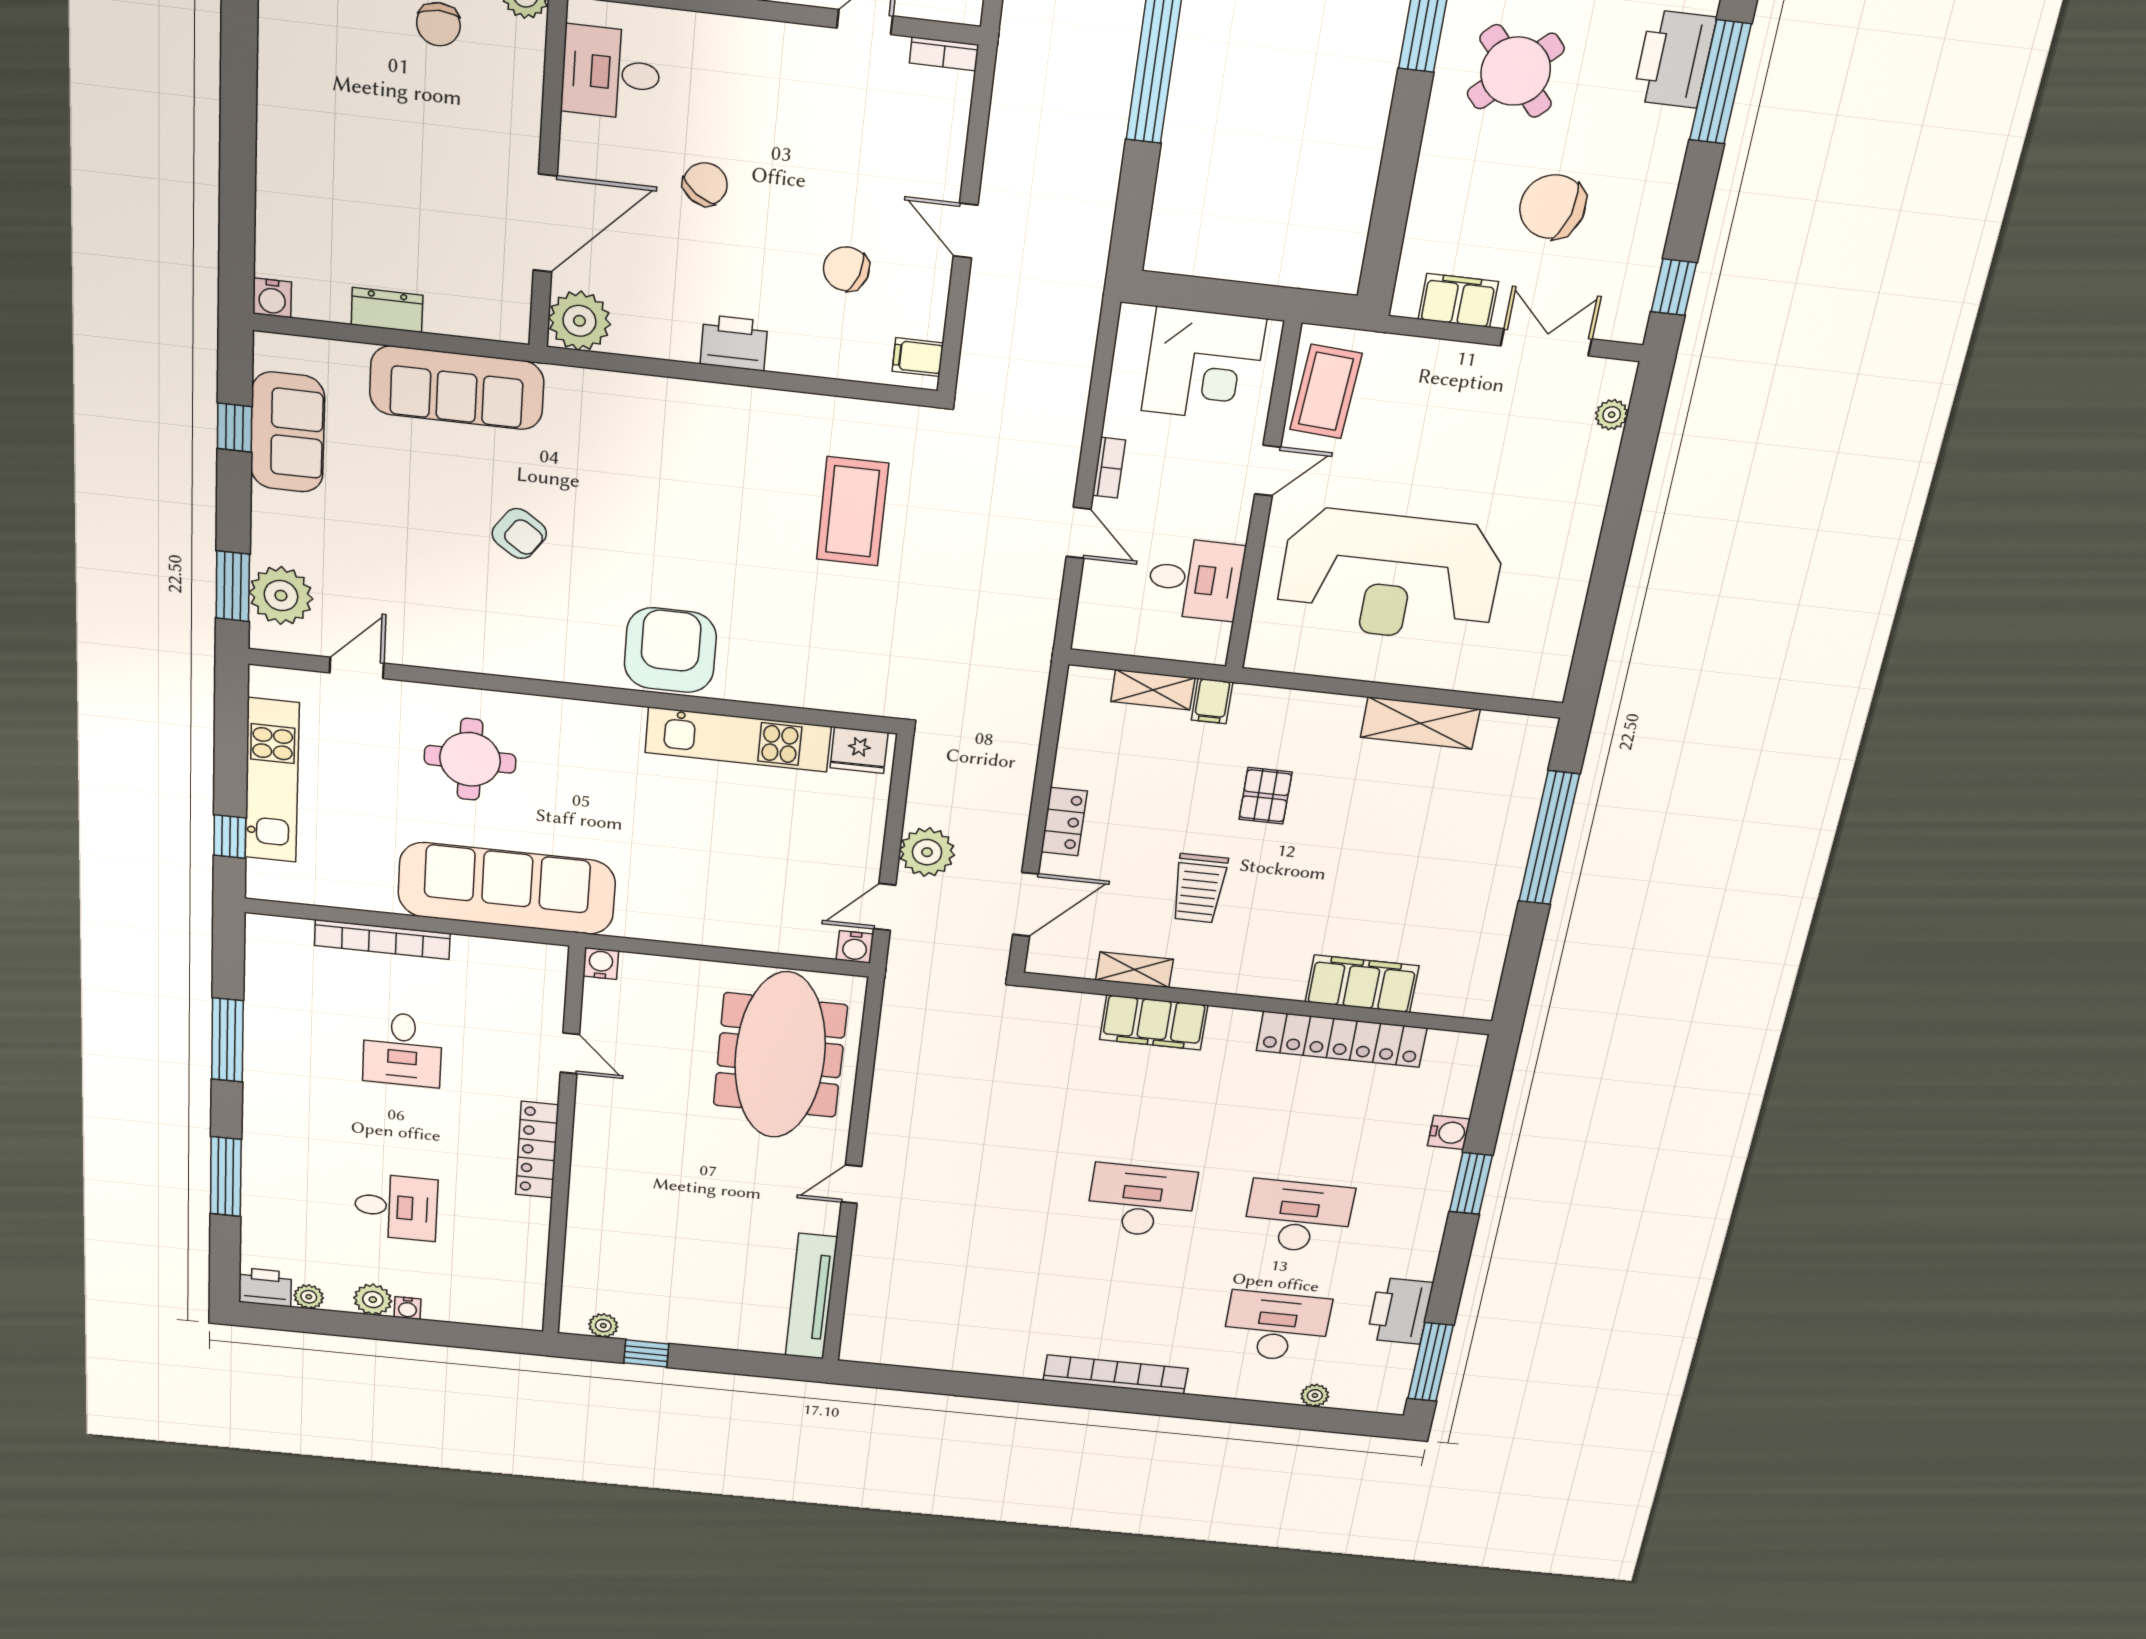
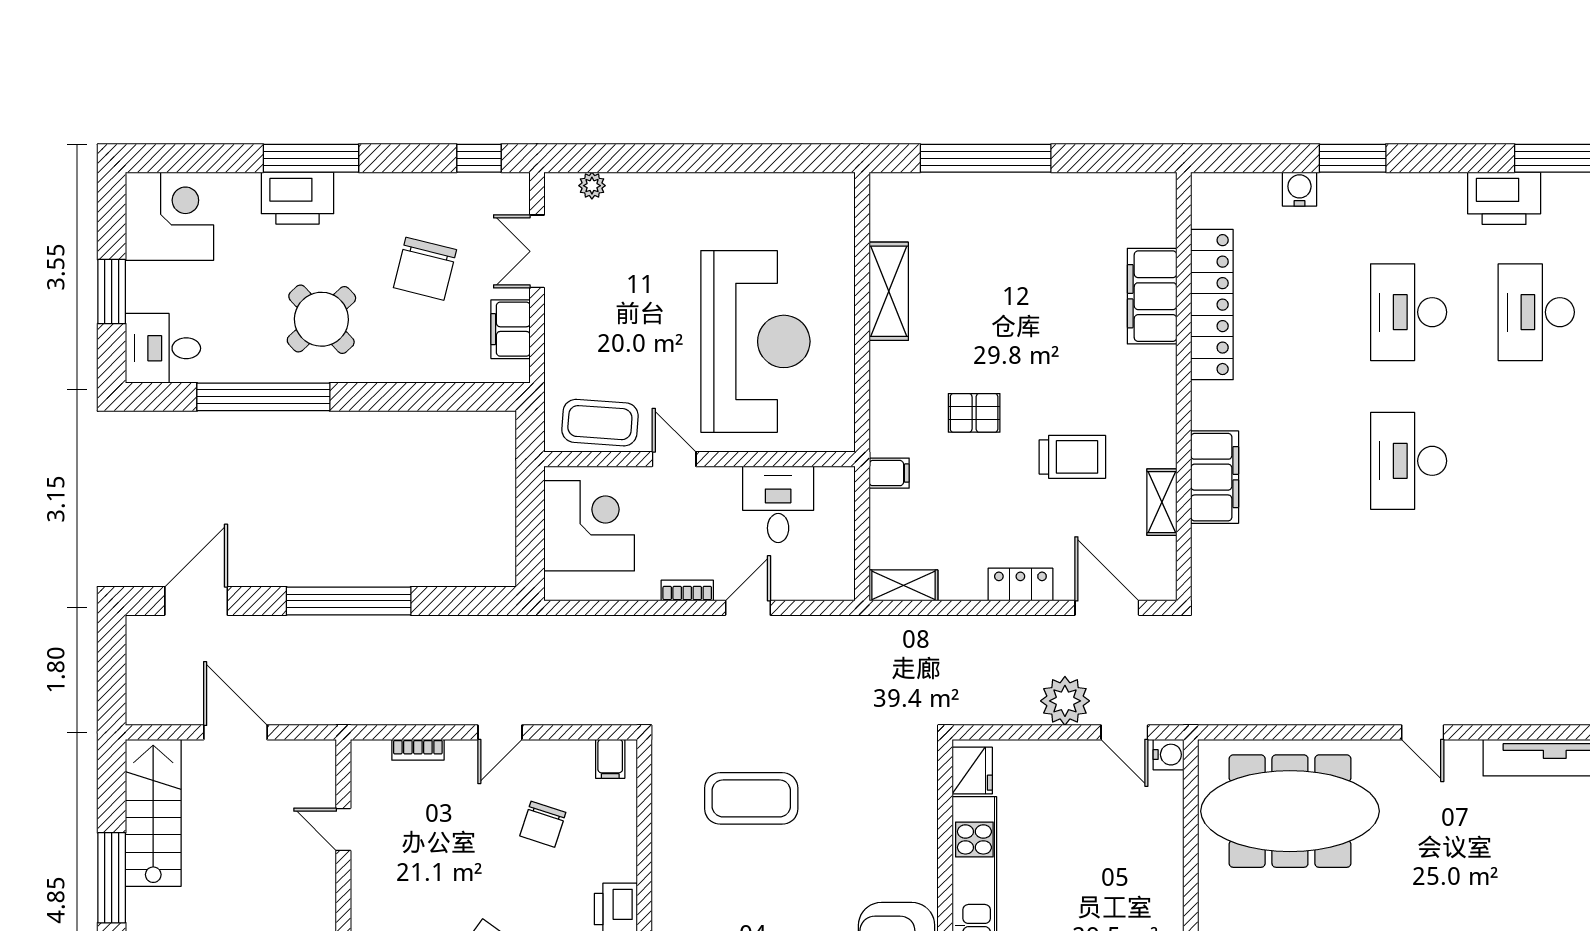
bookcase: (944, 54) -> (418, 750), moved, turned 90
shelving: (1153, 690) -> (903, 585), moved, turned 90

